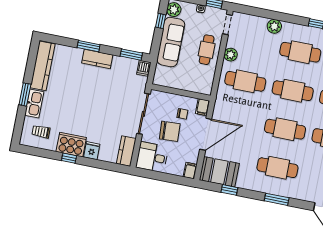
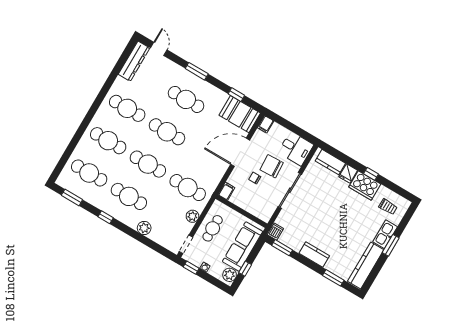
window: (89, 46) -> (333, 278), moved
wall: (181, 92) -> (241, 211), moved
filing cabinet: (203, 107) -> (226, 191), moved
kitchen counter: (126, 151) -> (330, 162), moved, turned 90

